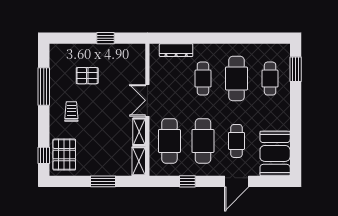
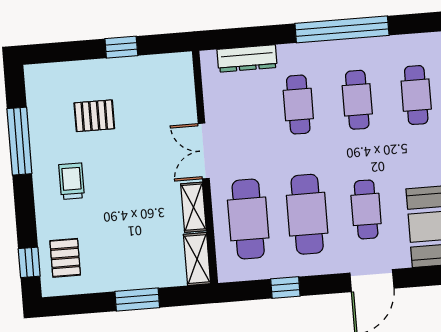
window: (231, 38) -> (342, 29), added
cafe table: (237, 79) -> (357, 100), width x0.73, depth x0.74
pallet: (64, 155) -> (65, 258), width x0.67, depth x0.71

